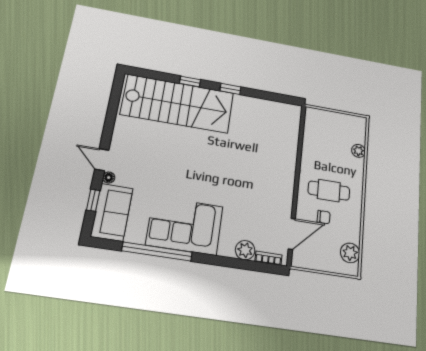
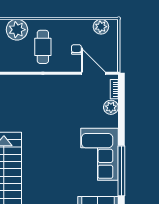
plant: (358, 151) -> (17, 30), width x1.87, depth x1.87
cafe table: (329, 191) -> (43, 47), moved

